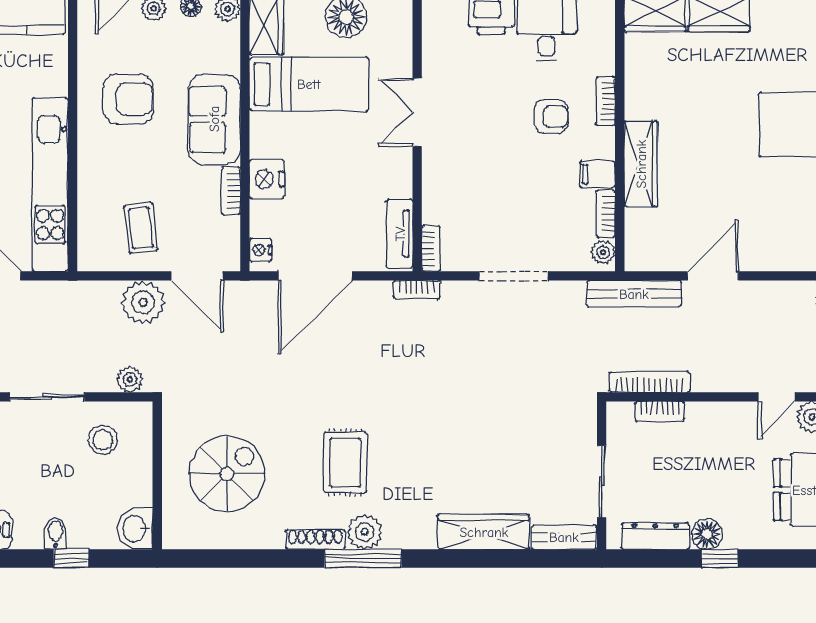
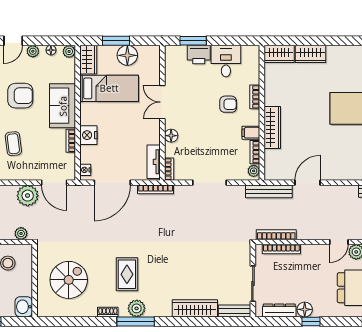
floor lamp: (435, 180) -> (171, 136), added
coffee table: (141, 228) -> (13, 144), moved
bookcase: (417, 290) -> (156, 189), width x1.56
bookcase: (660, 411) -> (281, 249), width x1.56
shoe rack: (315, 539) -> (108, 312), width x0.70

